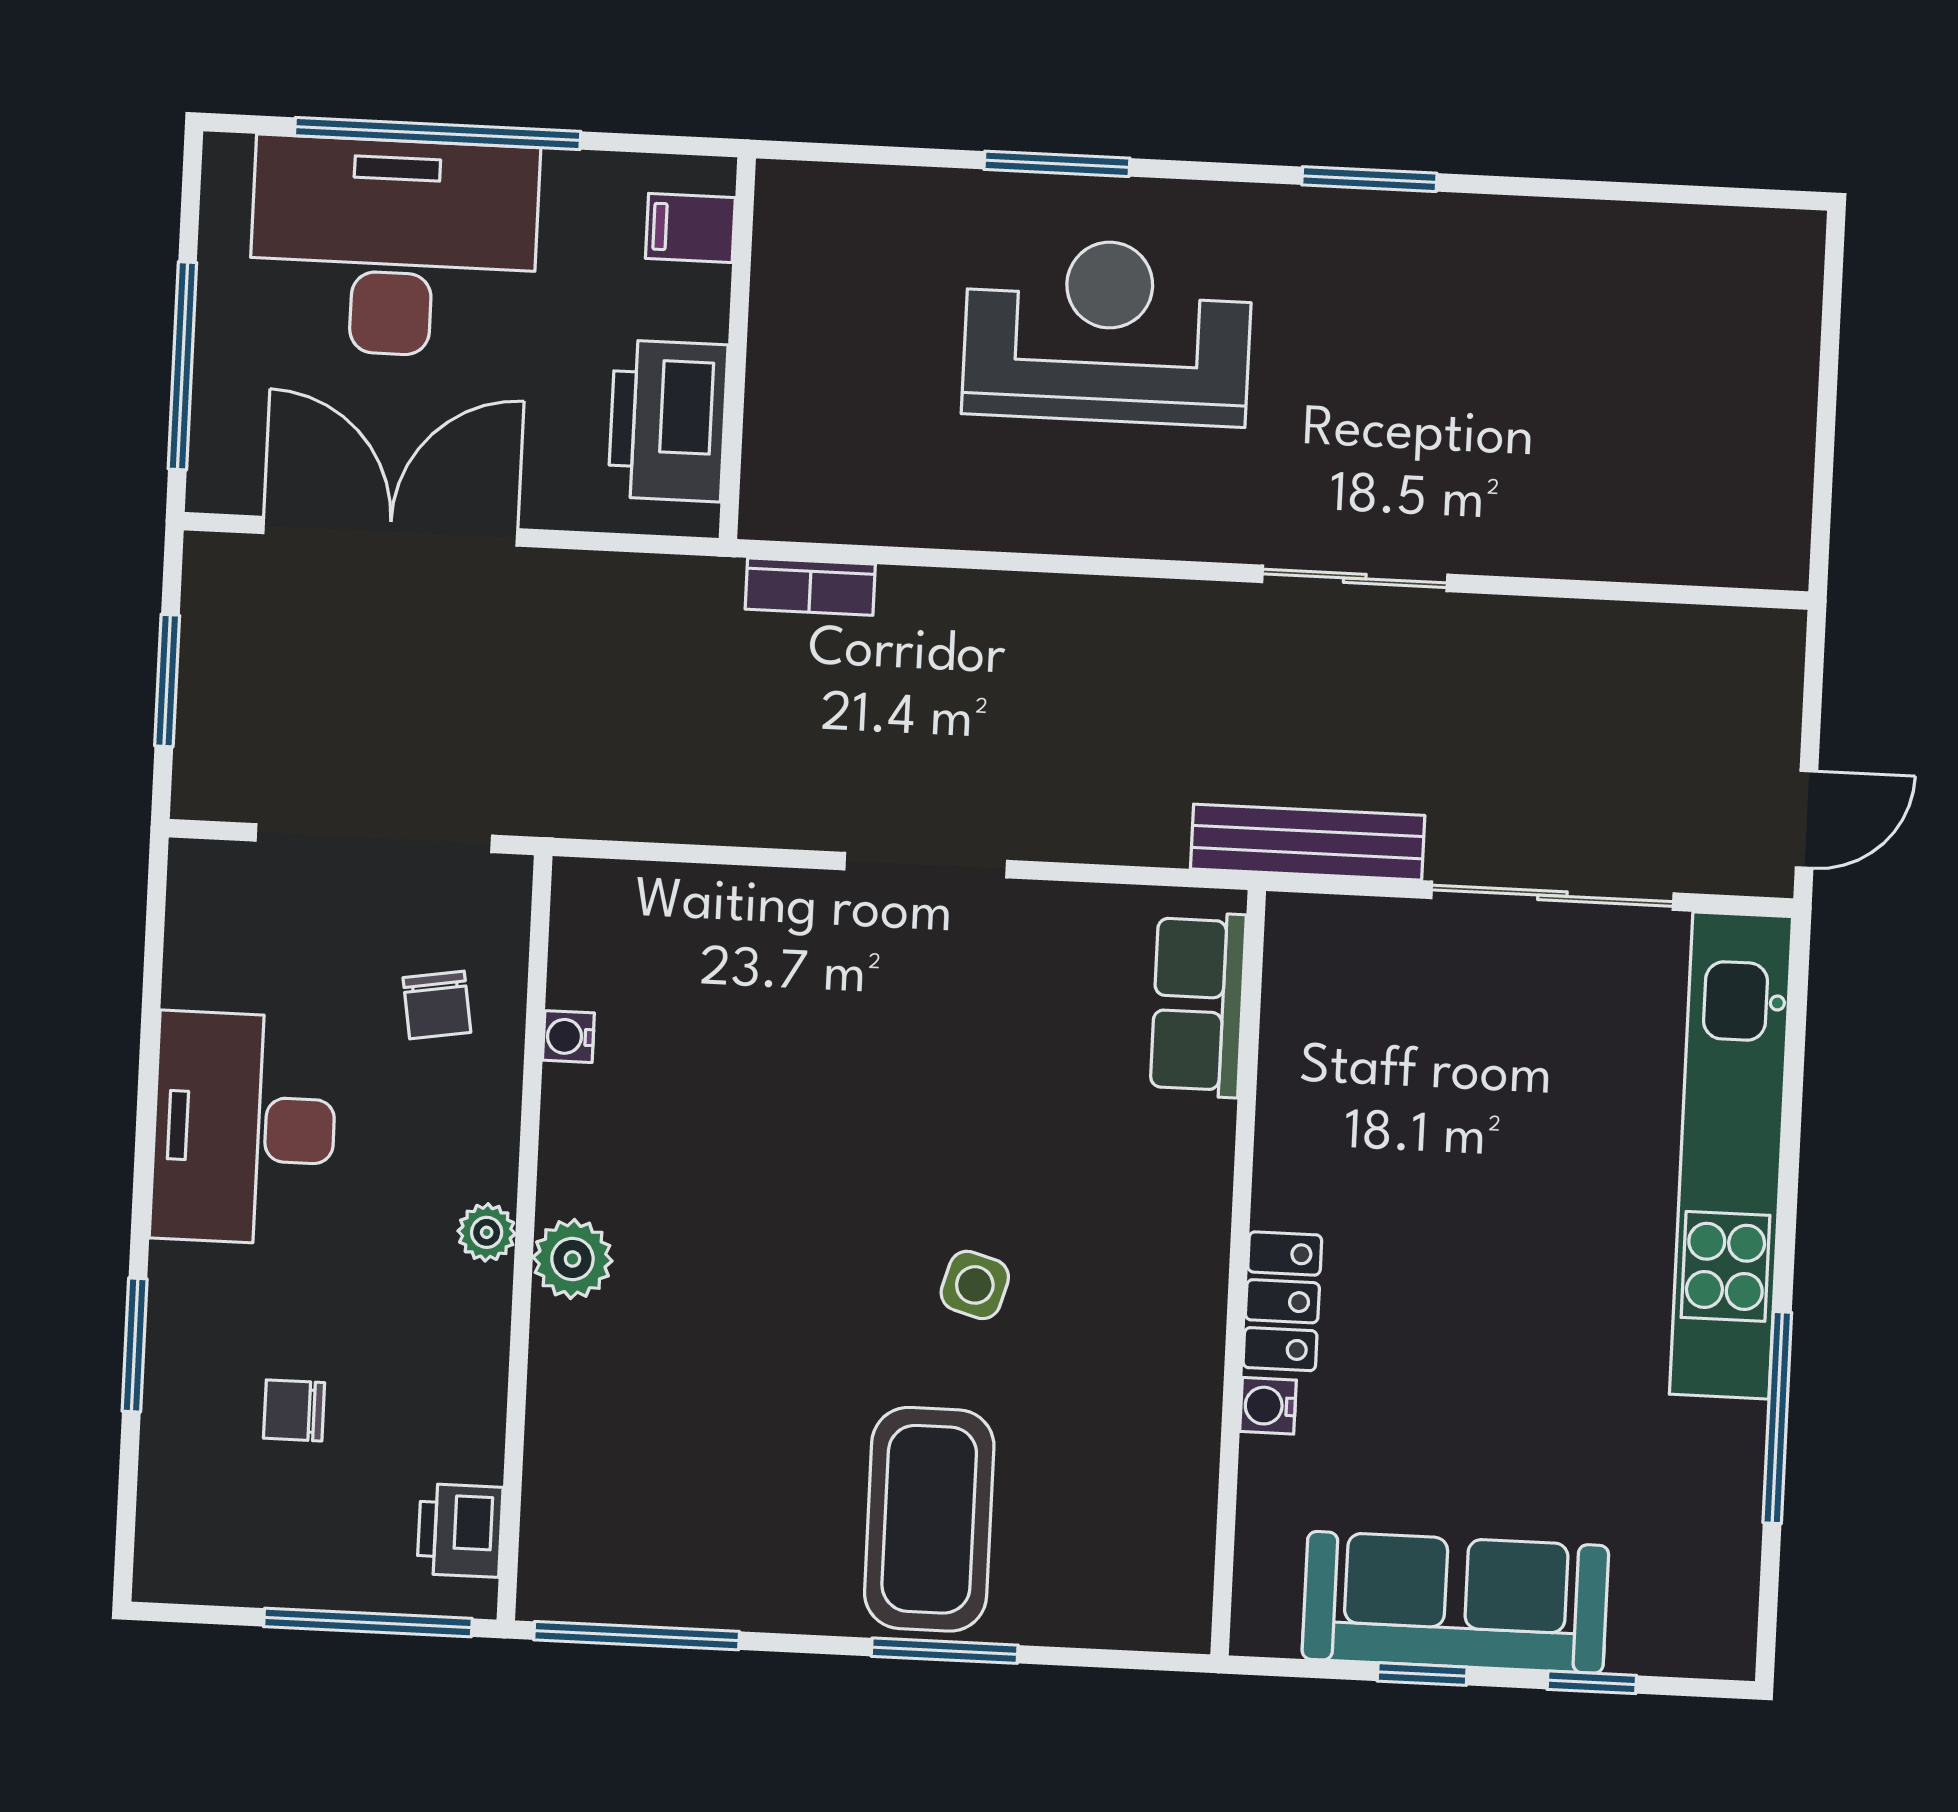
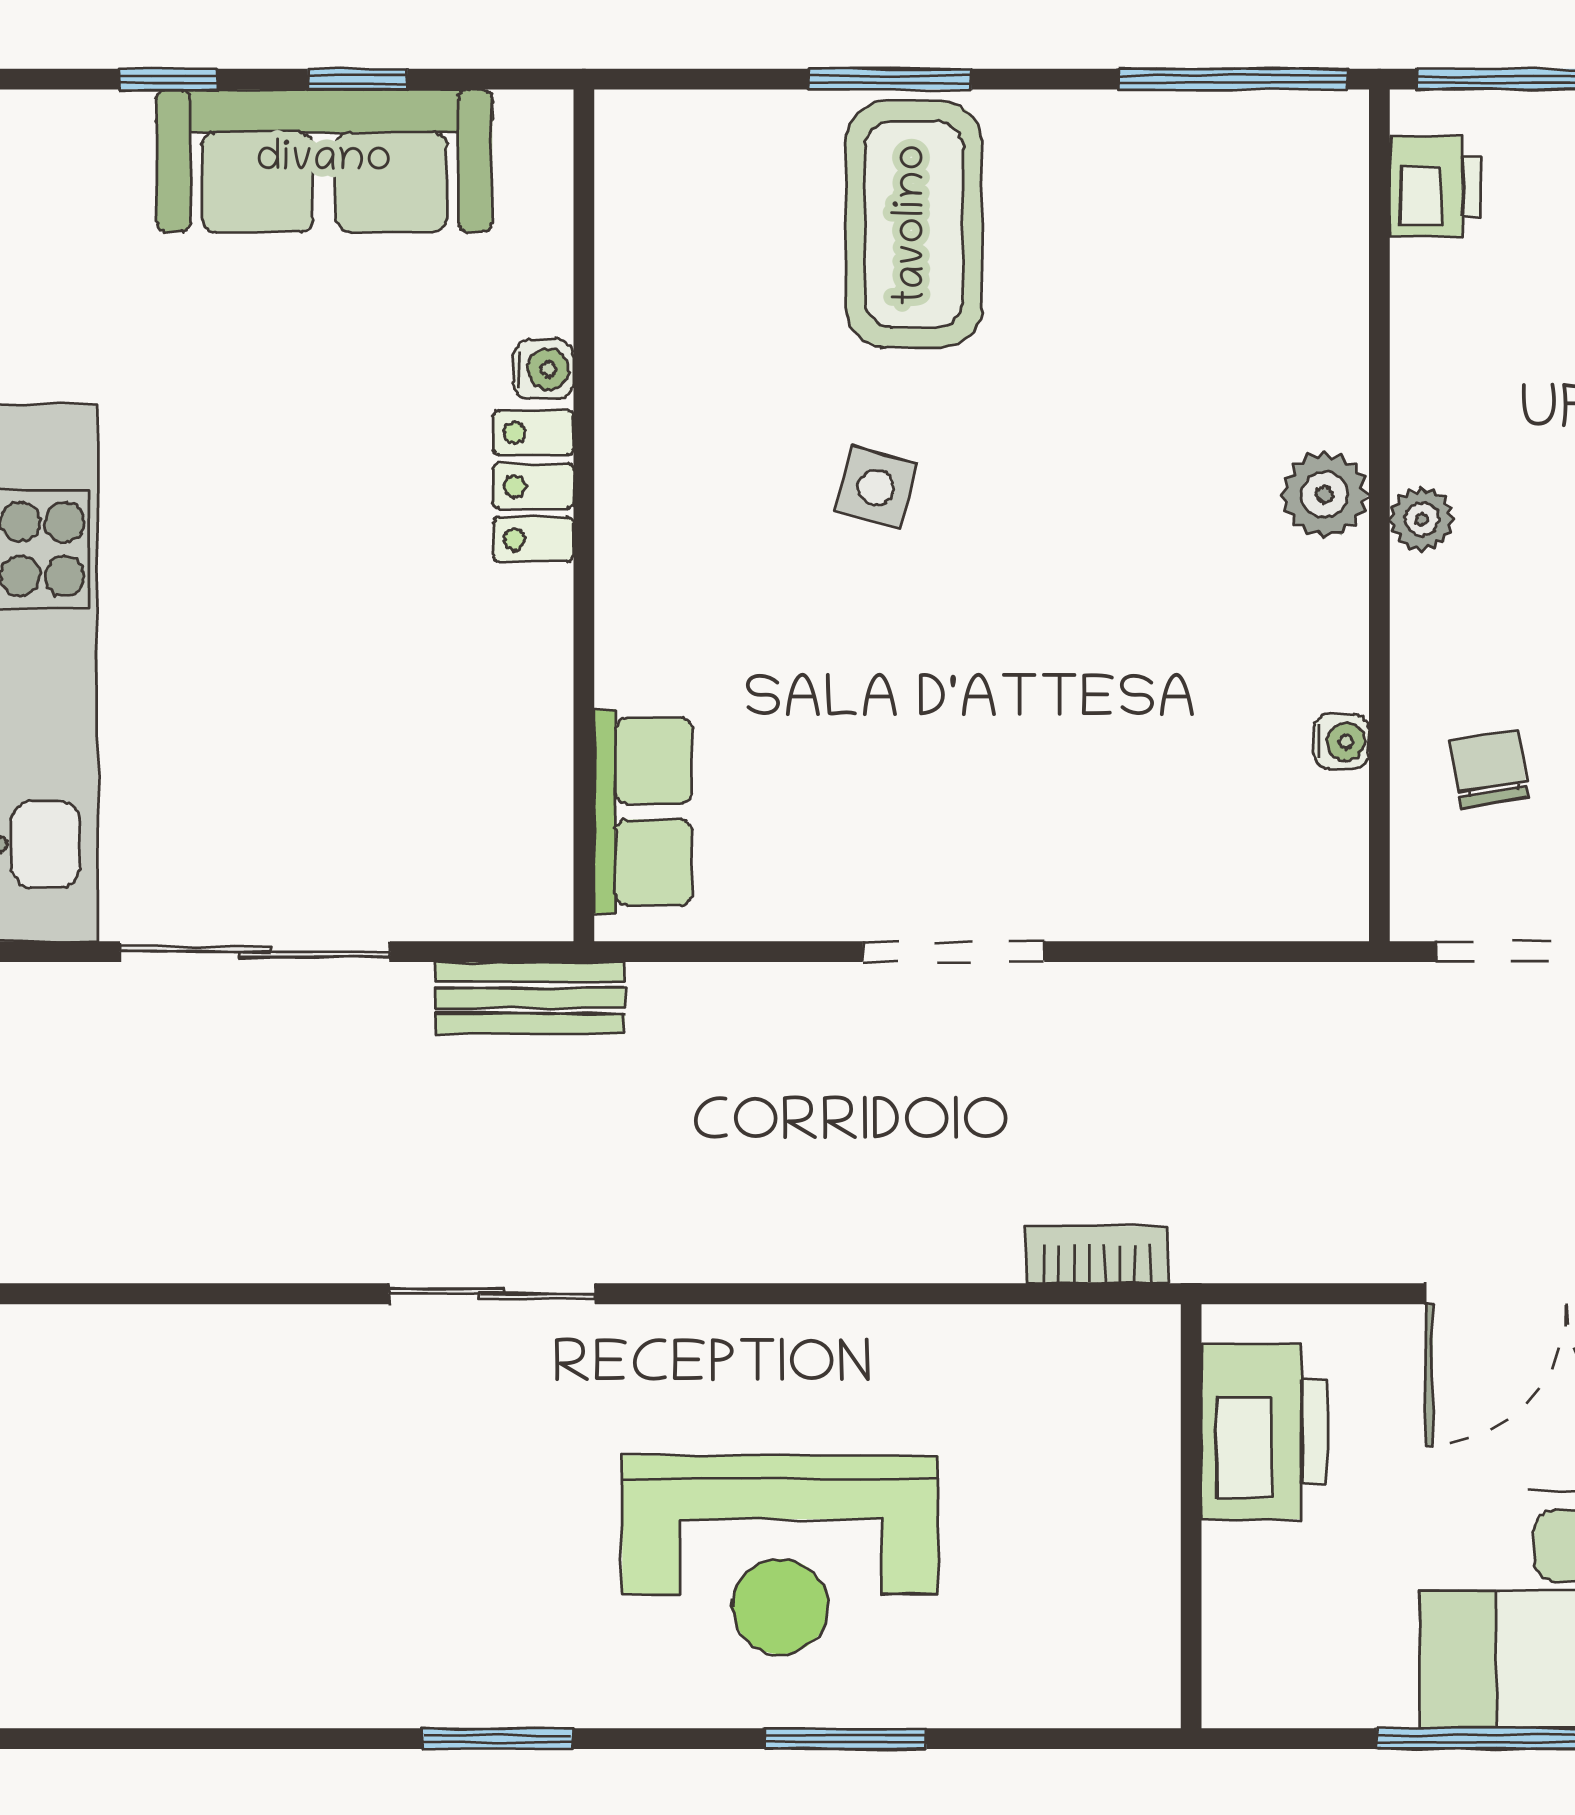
filing cabinet: (690, 228) -> (1250, 1647), removed
bench: (1308, 842) -> (530, 998), width x0.73

